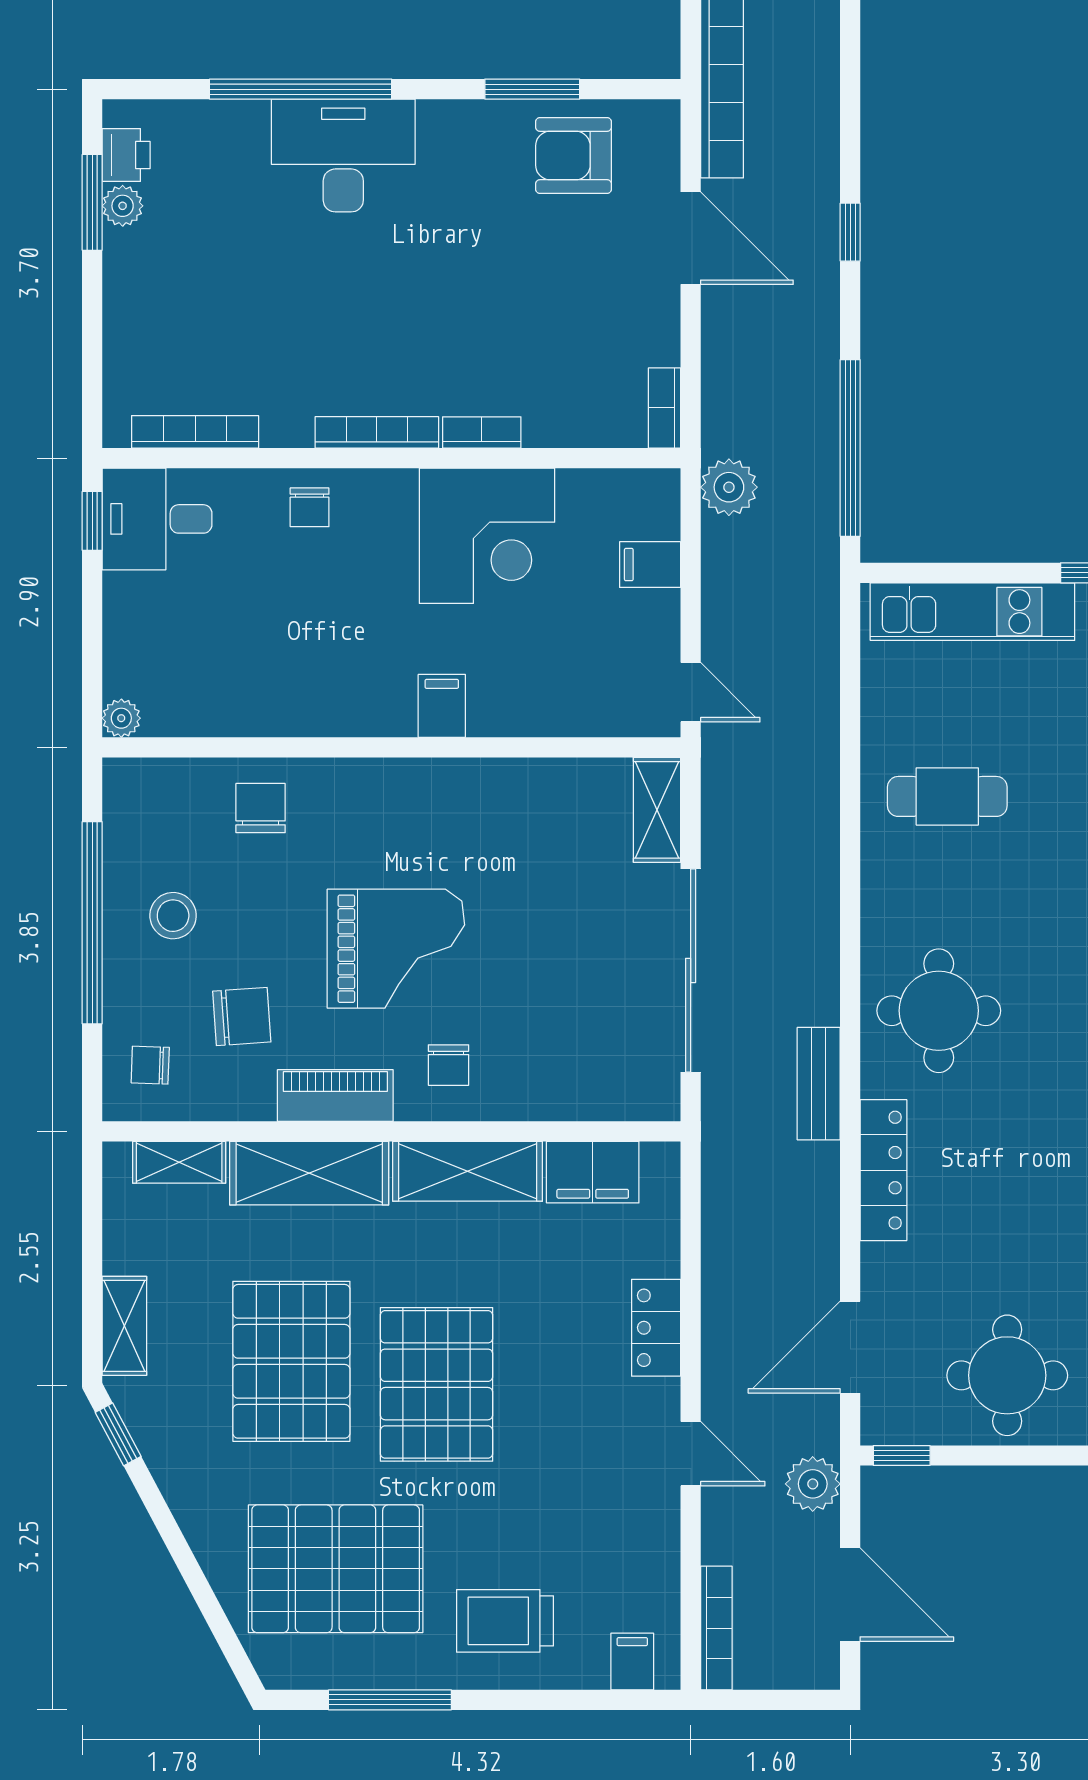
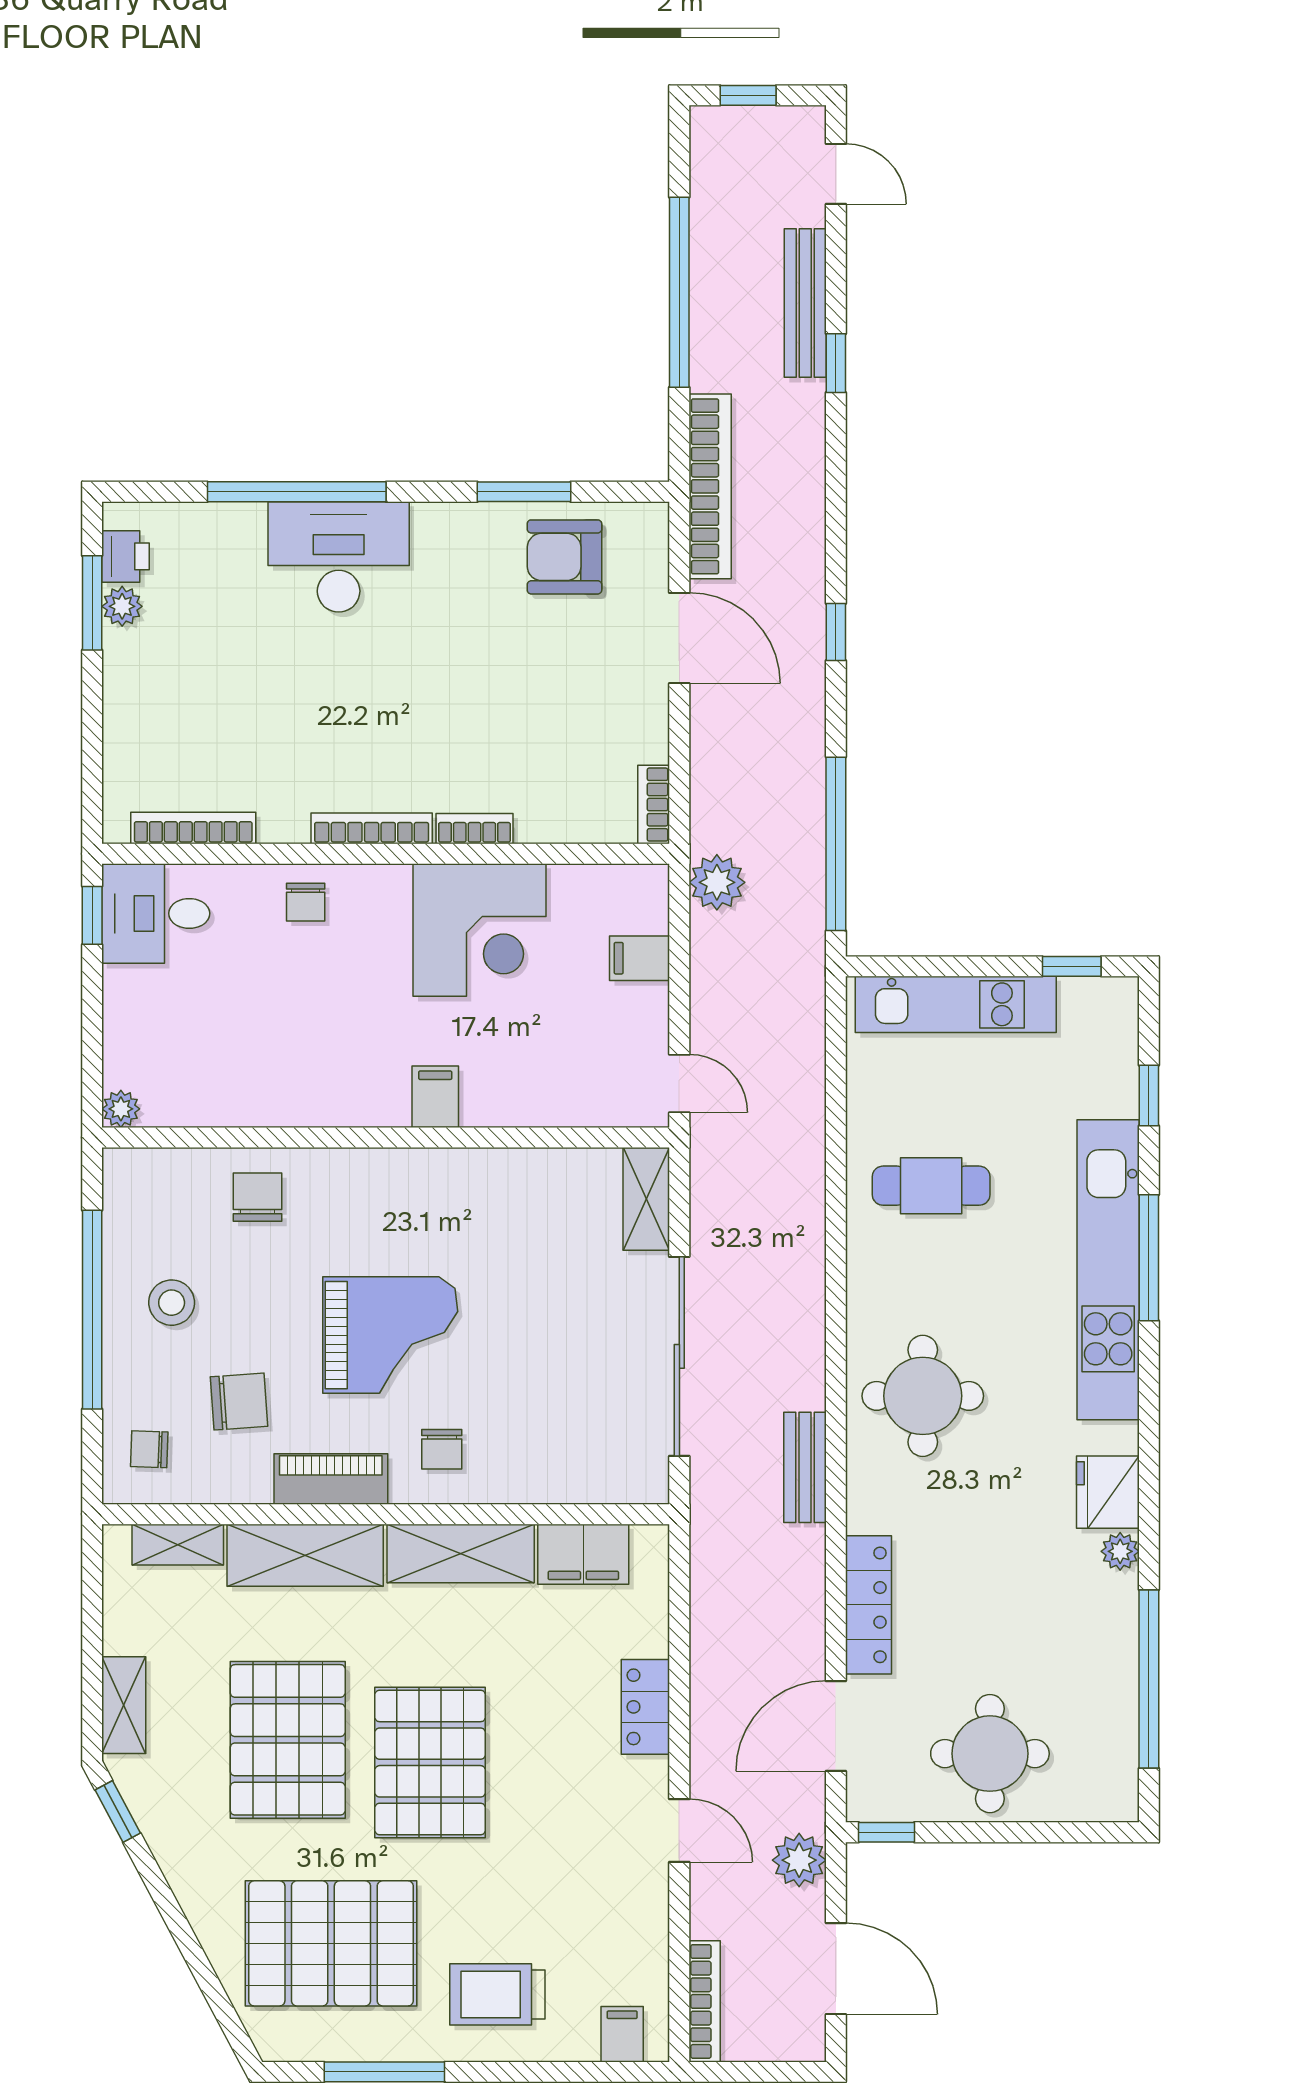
locker: (883, 1170) -> (869, 1605), moved

